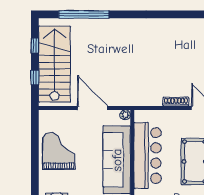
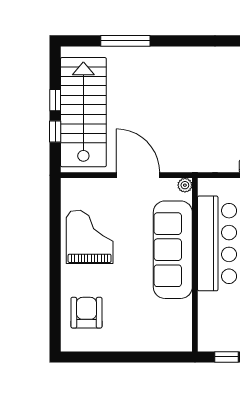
window: (84, 14) -> (125, 41), width x0.68
window: (35, 45) -> (55, 100), moved

